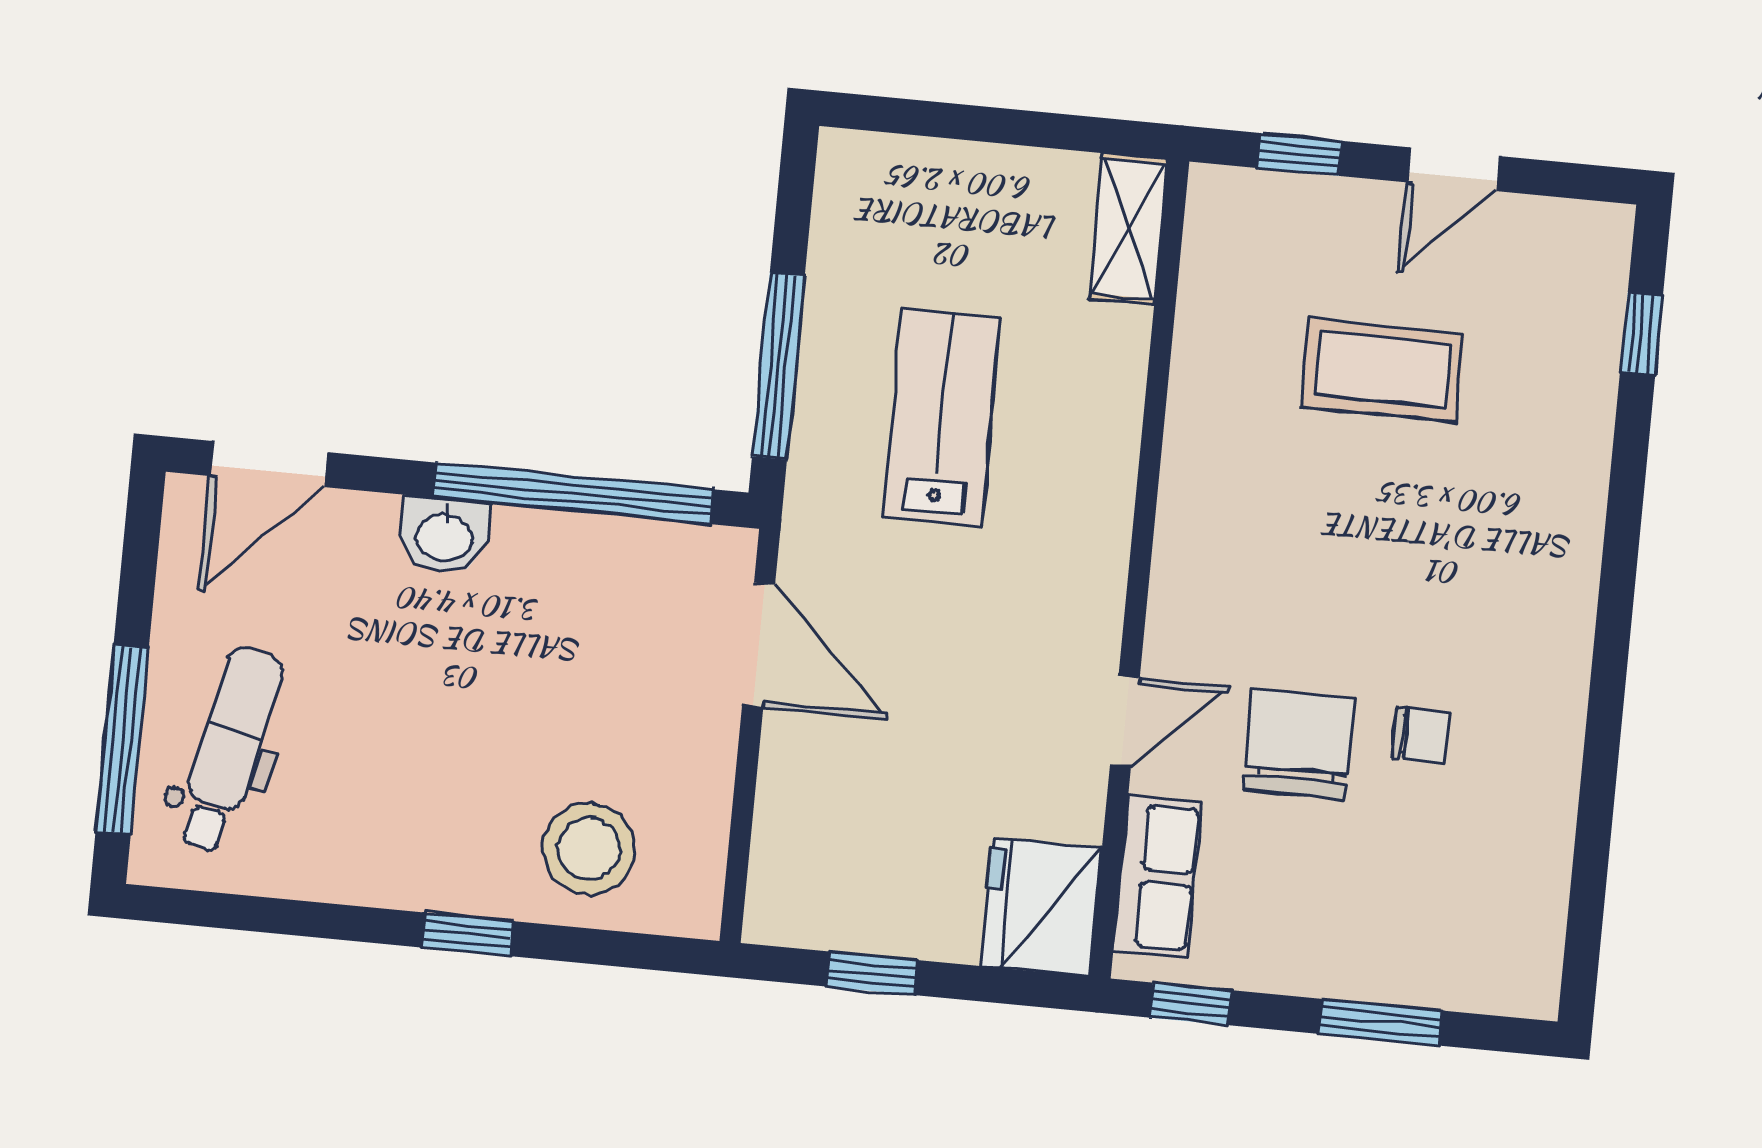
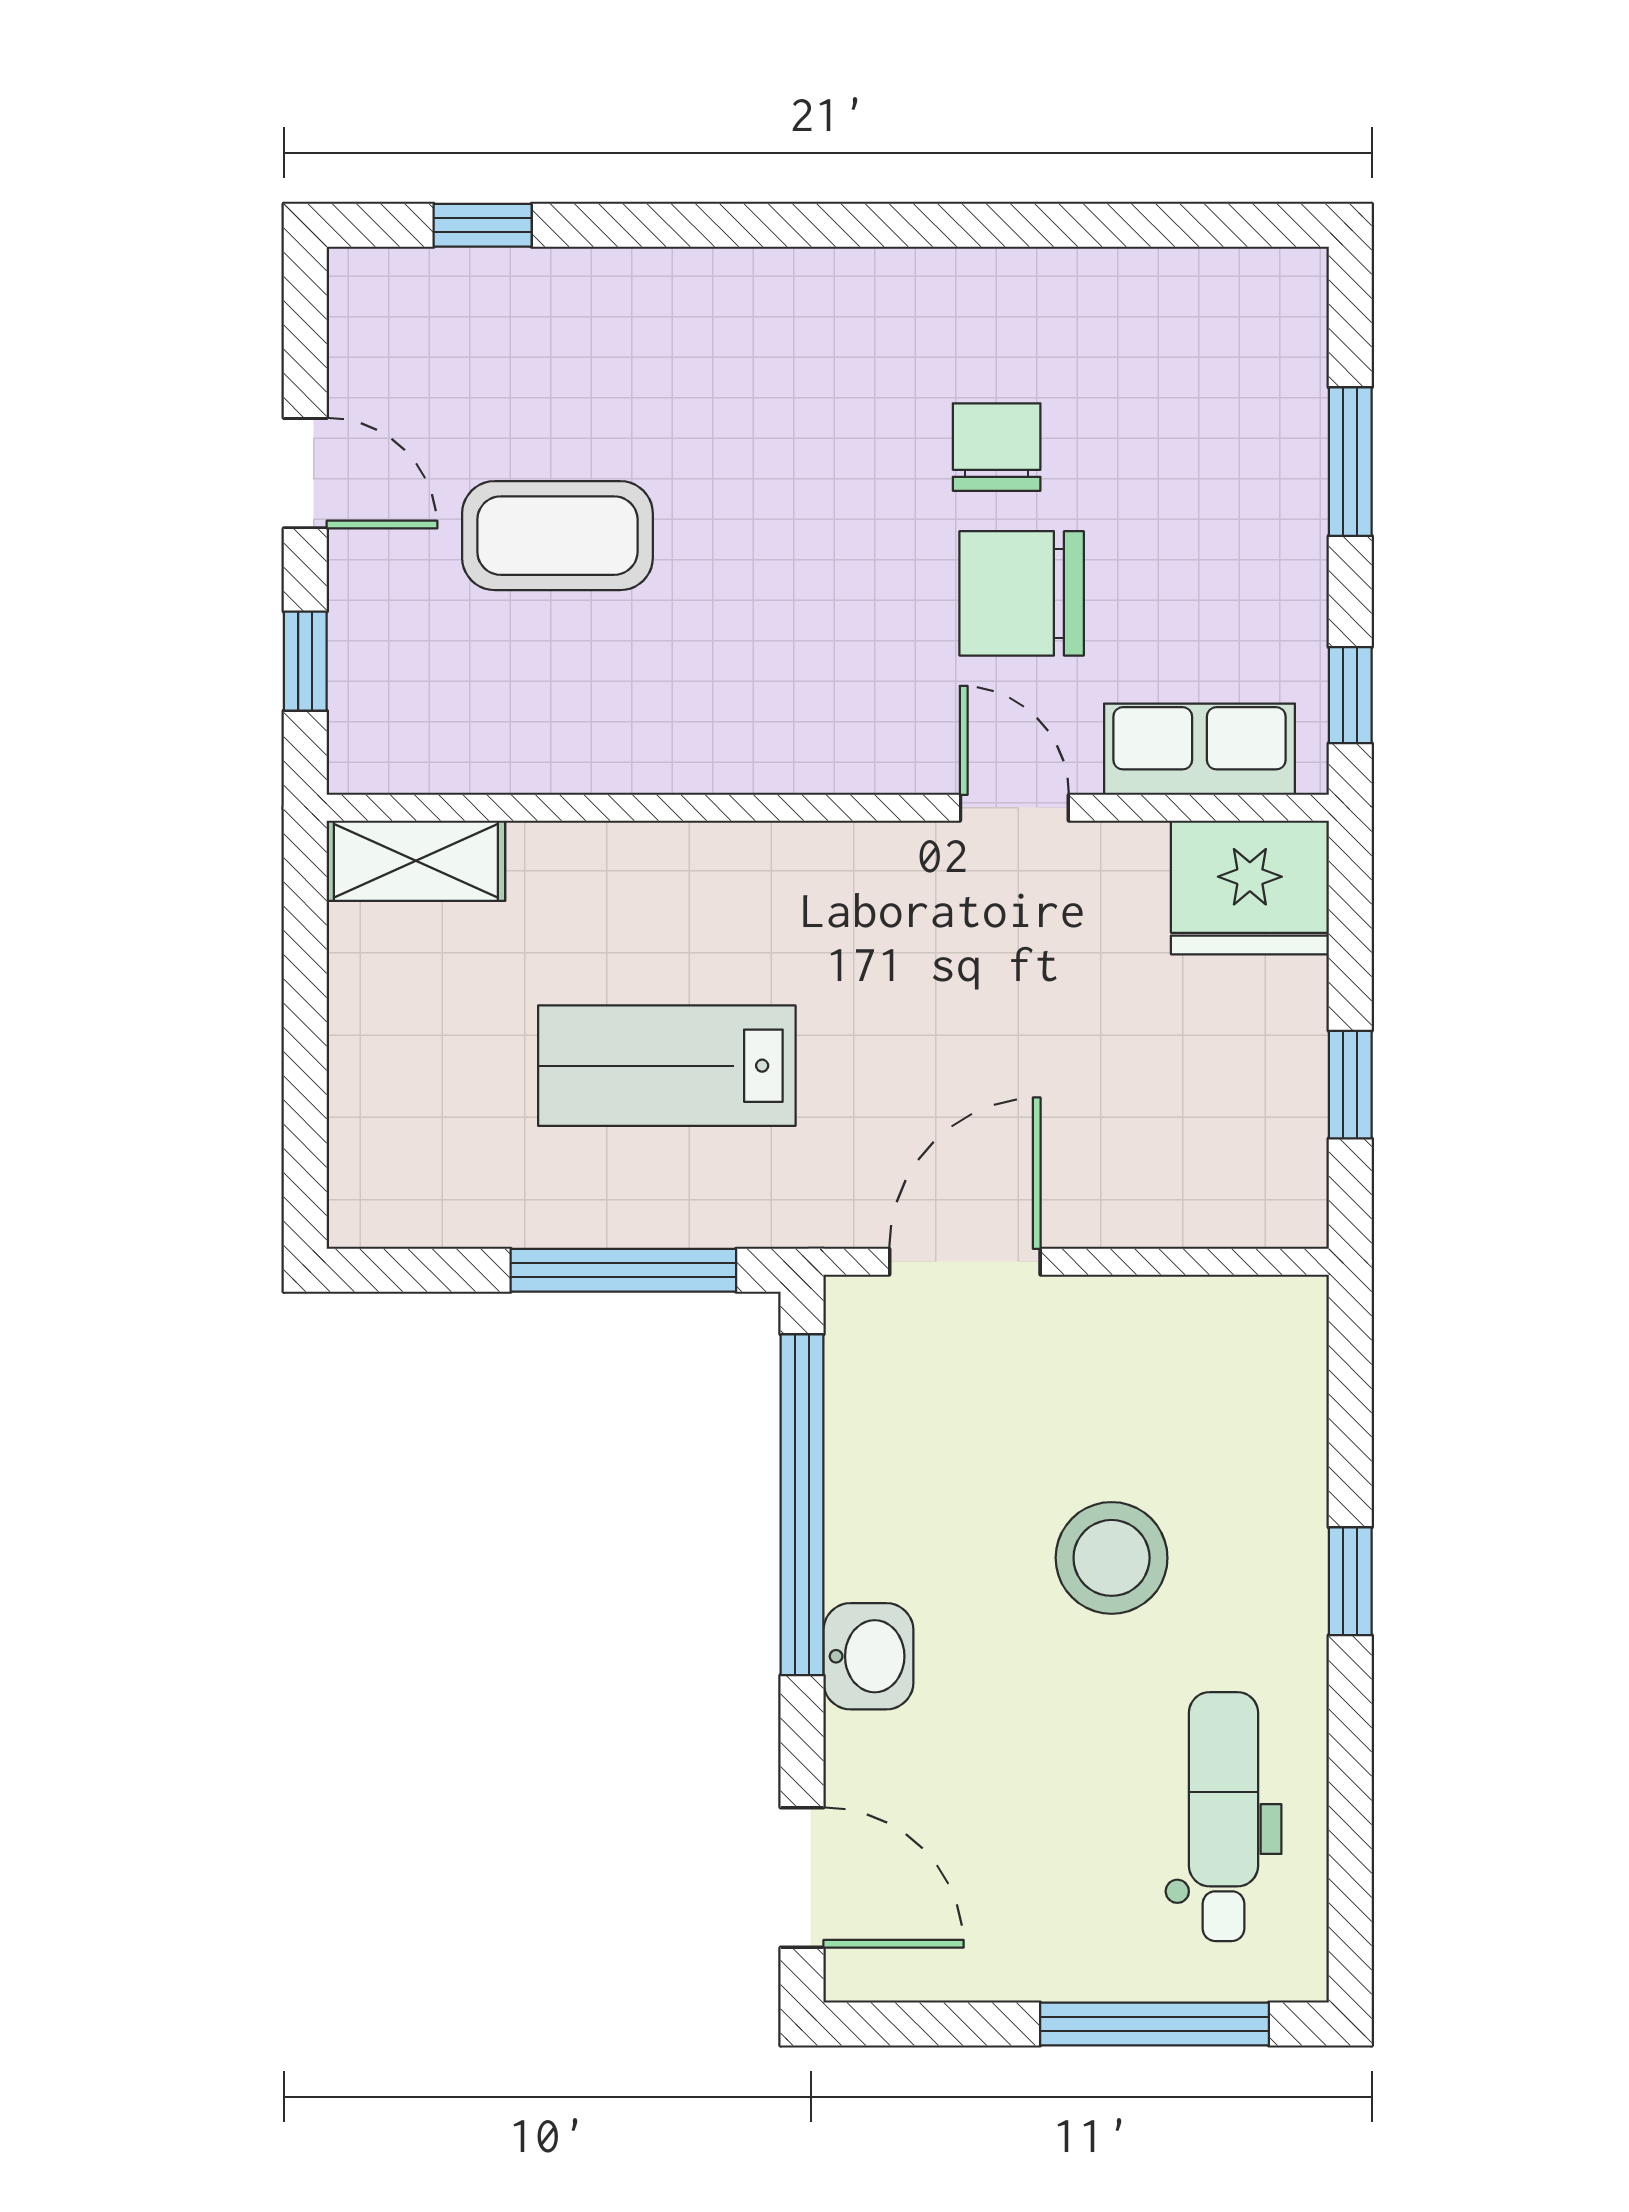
coffee table: (1383, 370) -> (557, 536), turned 90
chair: (1420, 735) -> (997, 447), width x1.37, depth x1.37
dental chair: (229, 750) -> (1224, 1817), moved, turned 78
stool: (589, 849) -> (1112, 1558), moved

